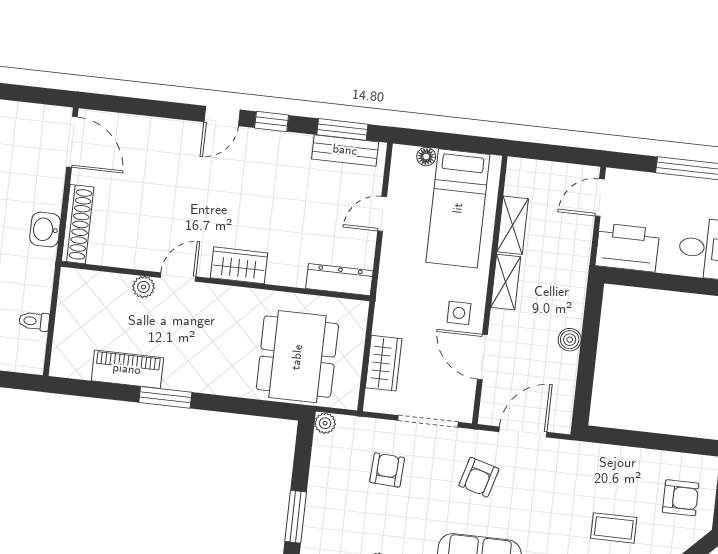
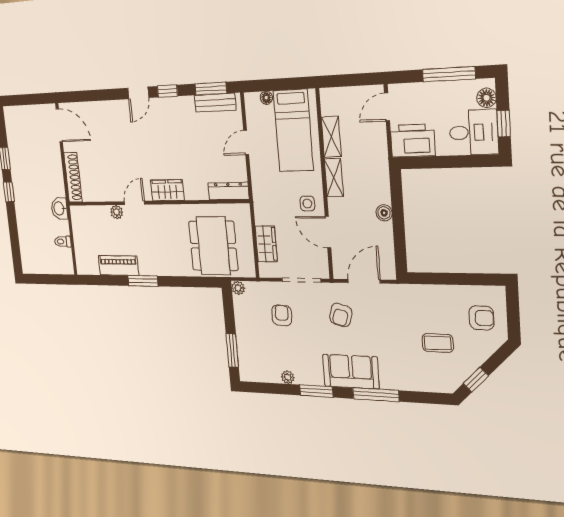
washbasin: (45, 230) -> (59, 209), moved

